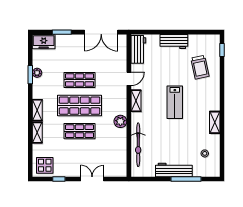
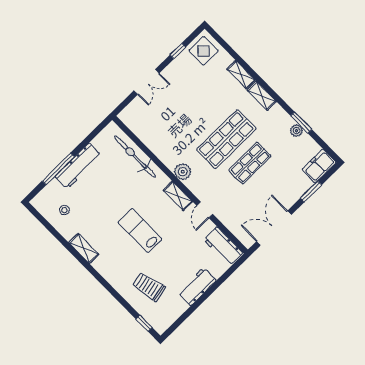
plant: (120, 121) -> (183, 172), moved
shop shelf: (80, 131) -> (203, 115), removed

